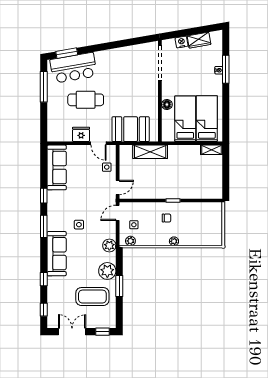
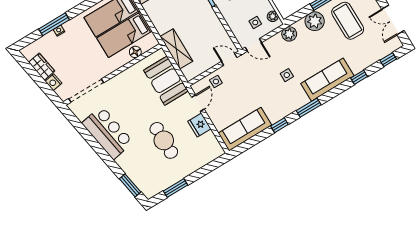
bar counter: (74, 68) -> (108, 133), moved
window: (44, 87) -> (175, 188), width x0.69
floor lamp: (167, 105) -> (135, 52), moved

